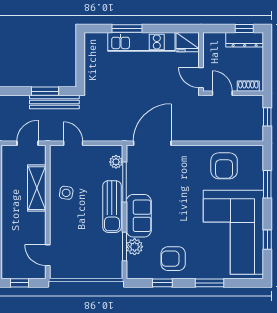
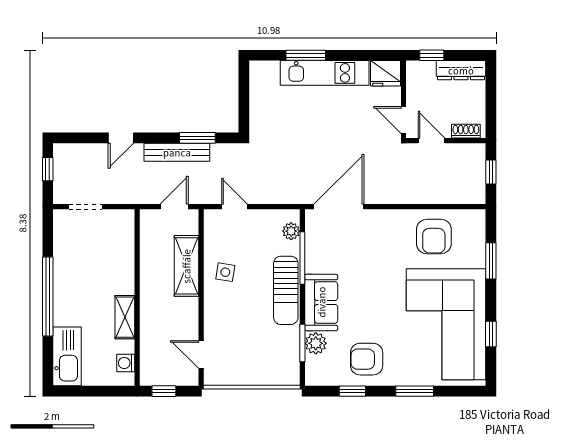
window: (244, 29) -> (432, 55), moved
bench: (54, 102) -> (177, 152), moved

